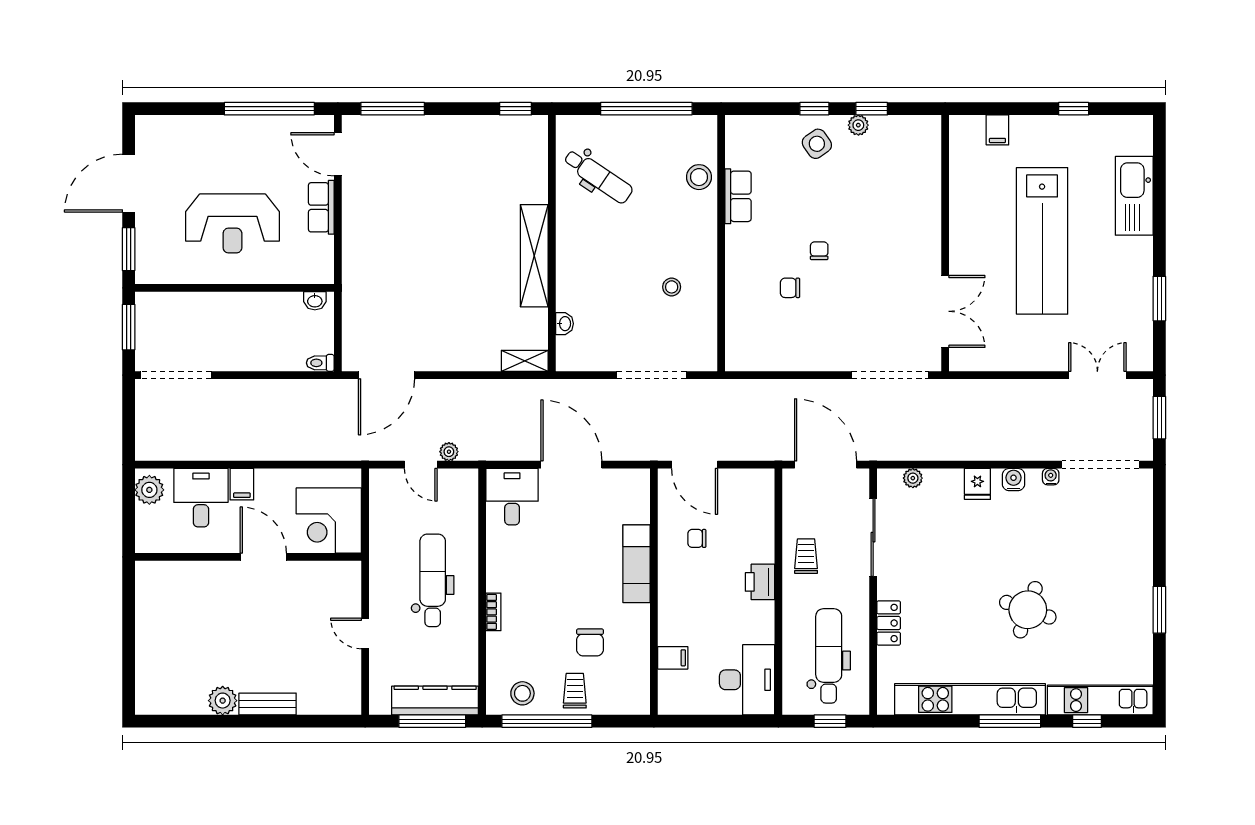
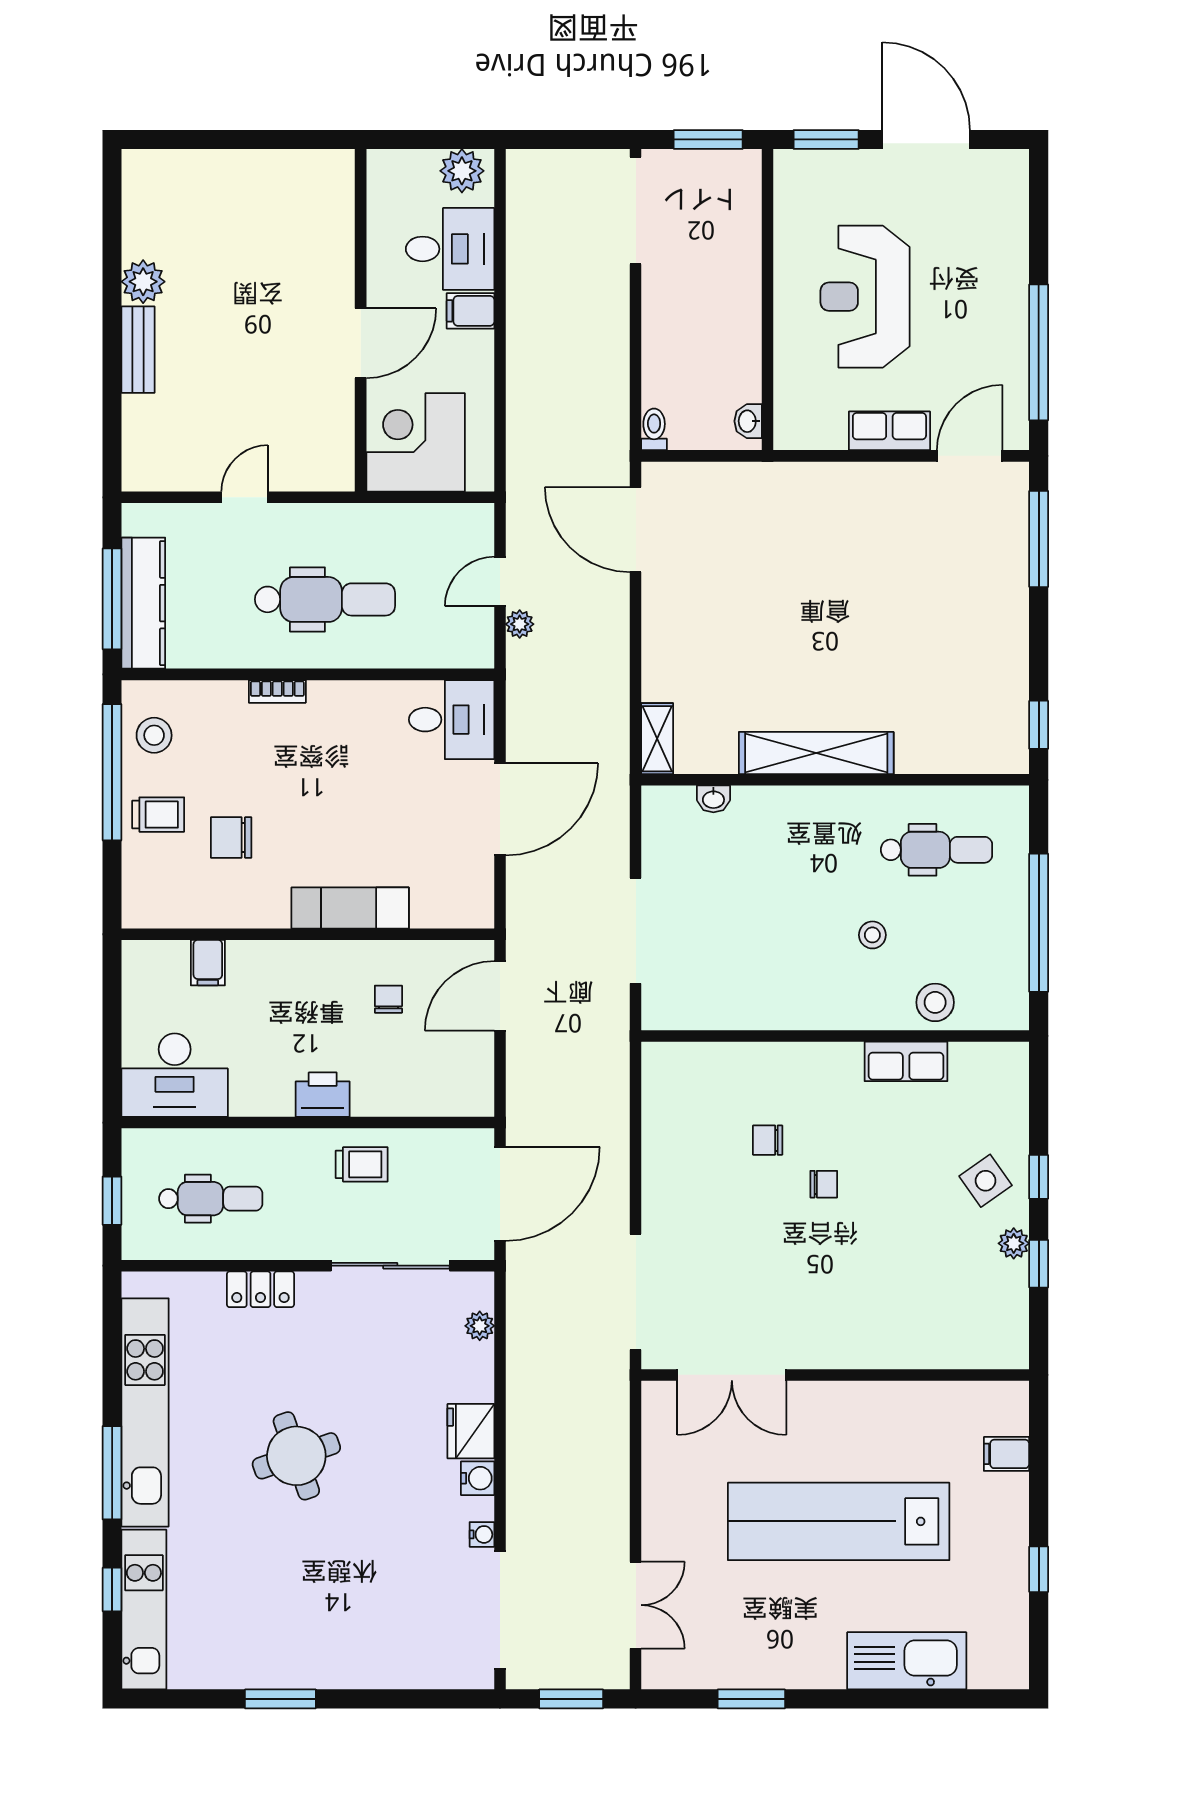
dental chair: (598, 176) -> (936, 850), turned -124
stool: (672, 287) -> (872, 935), moved
chair: (790, 288) -> (768, 1140), turned -90
fridge: (977, 484) -> (471, 1431), width x1.38
round table: (1028, 610) -> (296, 1456), moved, turned -38
dental chair: (829, 656) -> (211, 1199), width x0.73, depth x0.72

